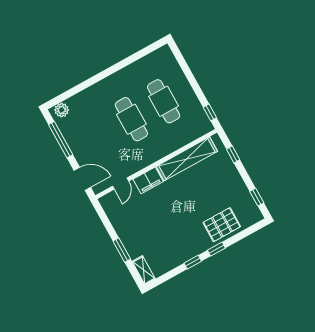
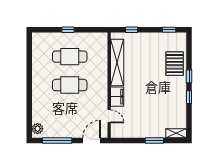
window: (210, 112) -> (68, 30), moved

